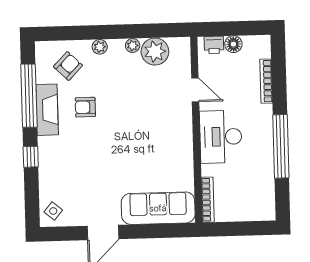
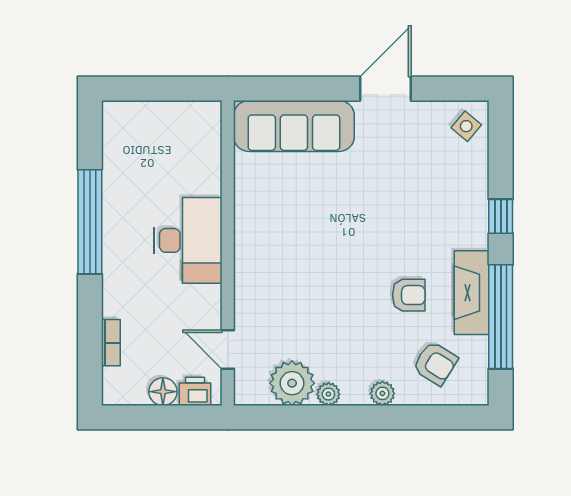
armchair: (68, 66) -> (435, 363), turned -102
bookcase: (266, 81) -> (111, 343), width x0.64
door: (195, 90) -> (228, 349), moved
bookcase: (208, 200) -> (212, 138), removed

